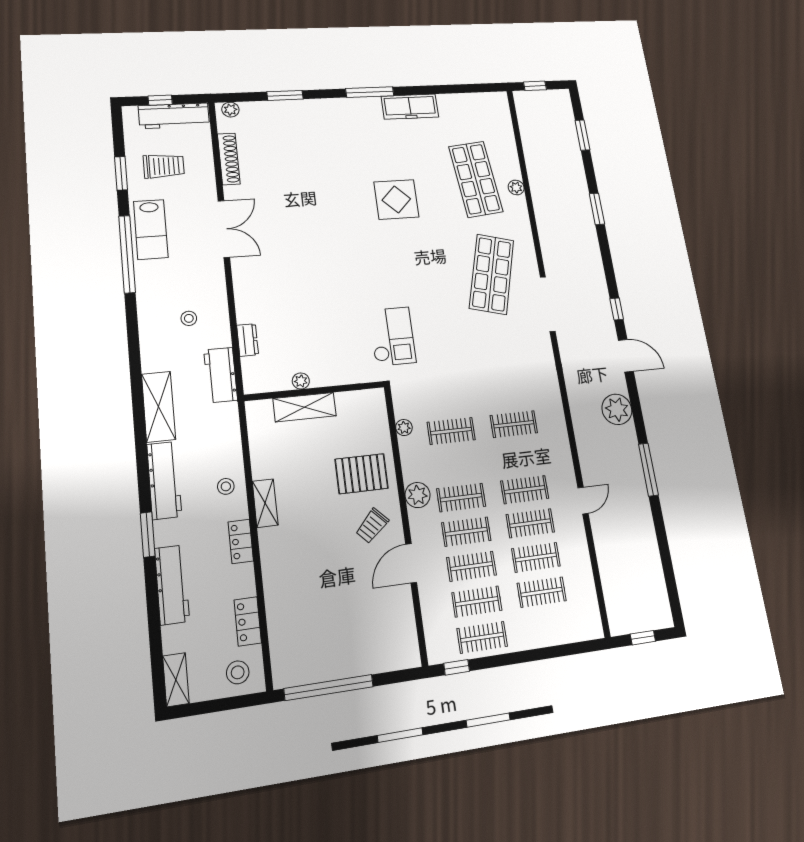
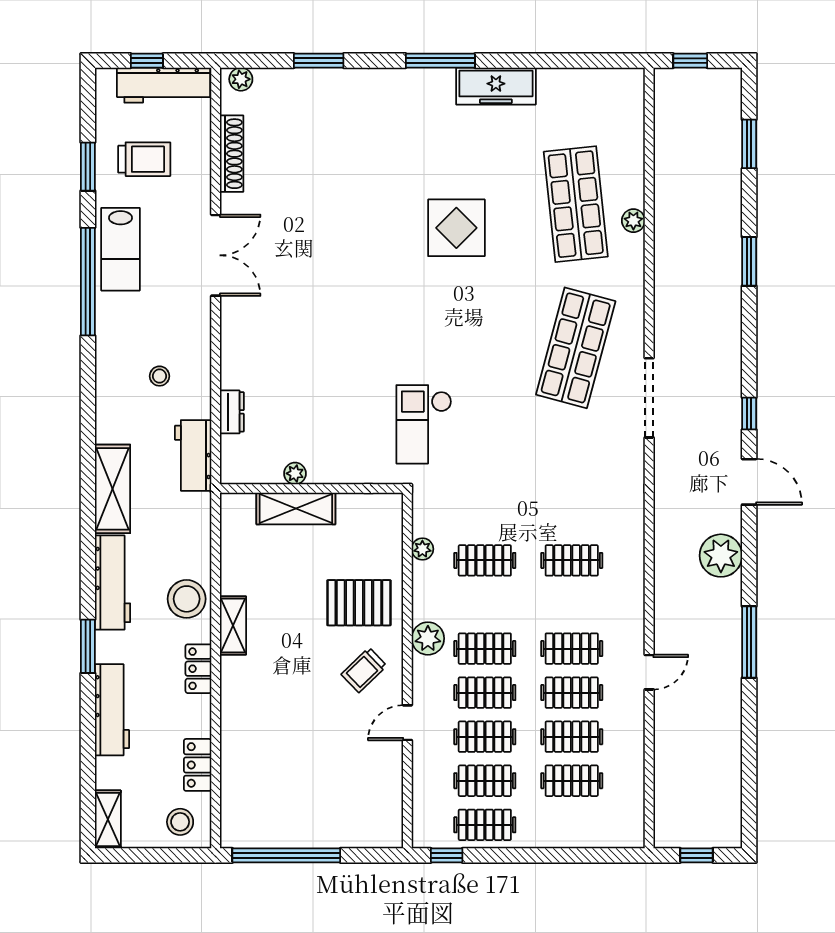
checkout: (392, 336) -> (424, 424), turned 180
stool: (226, 486) -> (187, 599), width x1.89, depth x1.89
door: (411, 563) -> (407, 723), width x0.73

